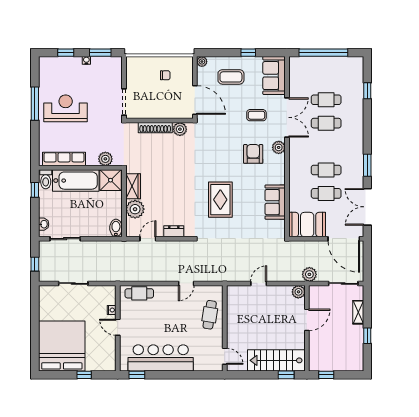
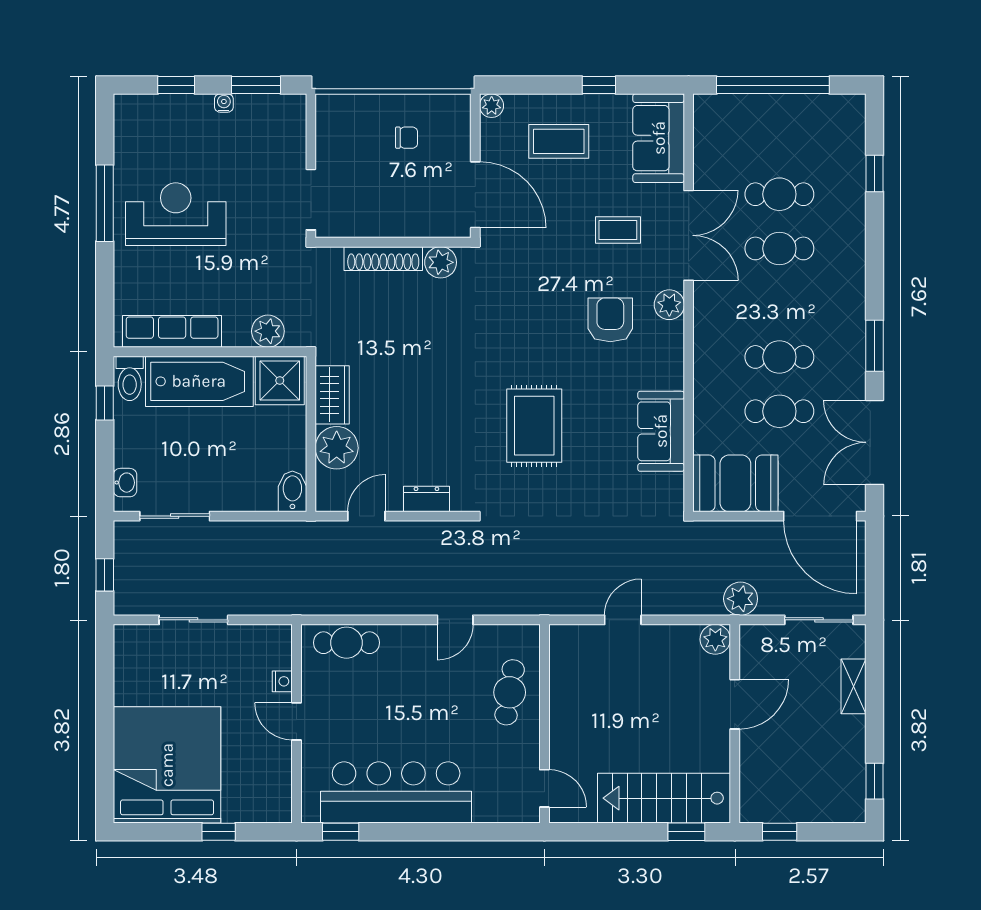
window: (367, 336) -> (875, 781), moved

